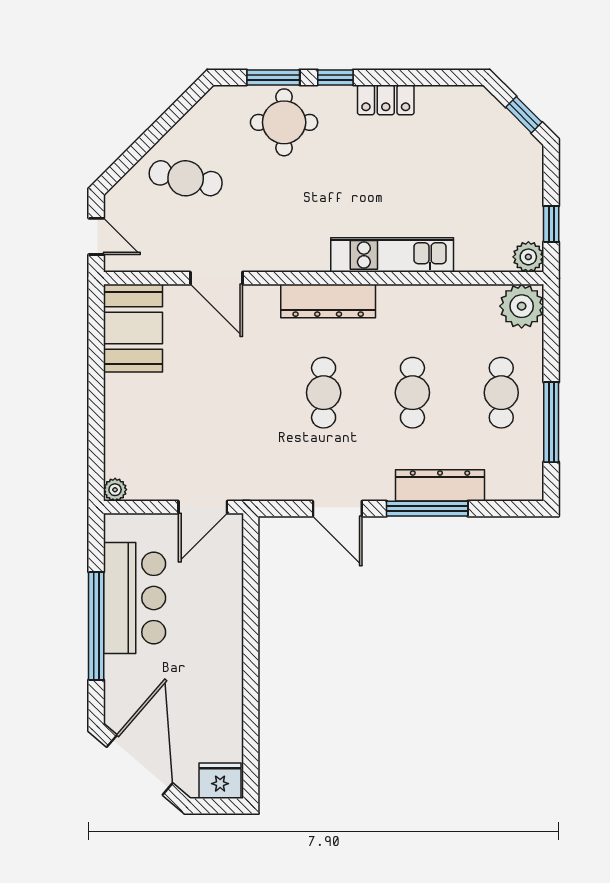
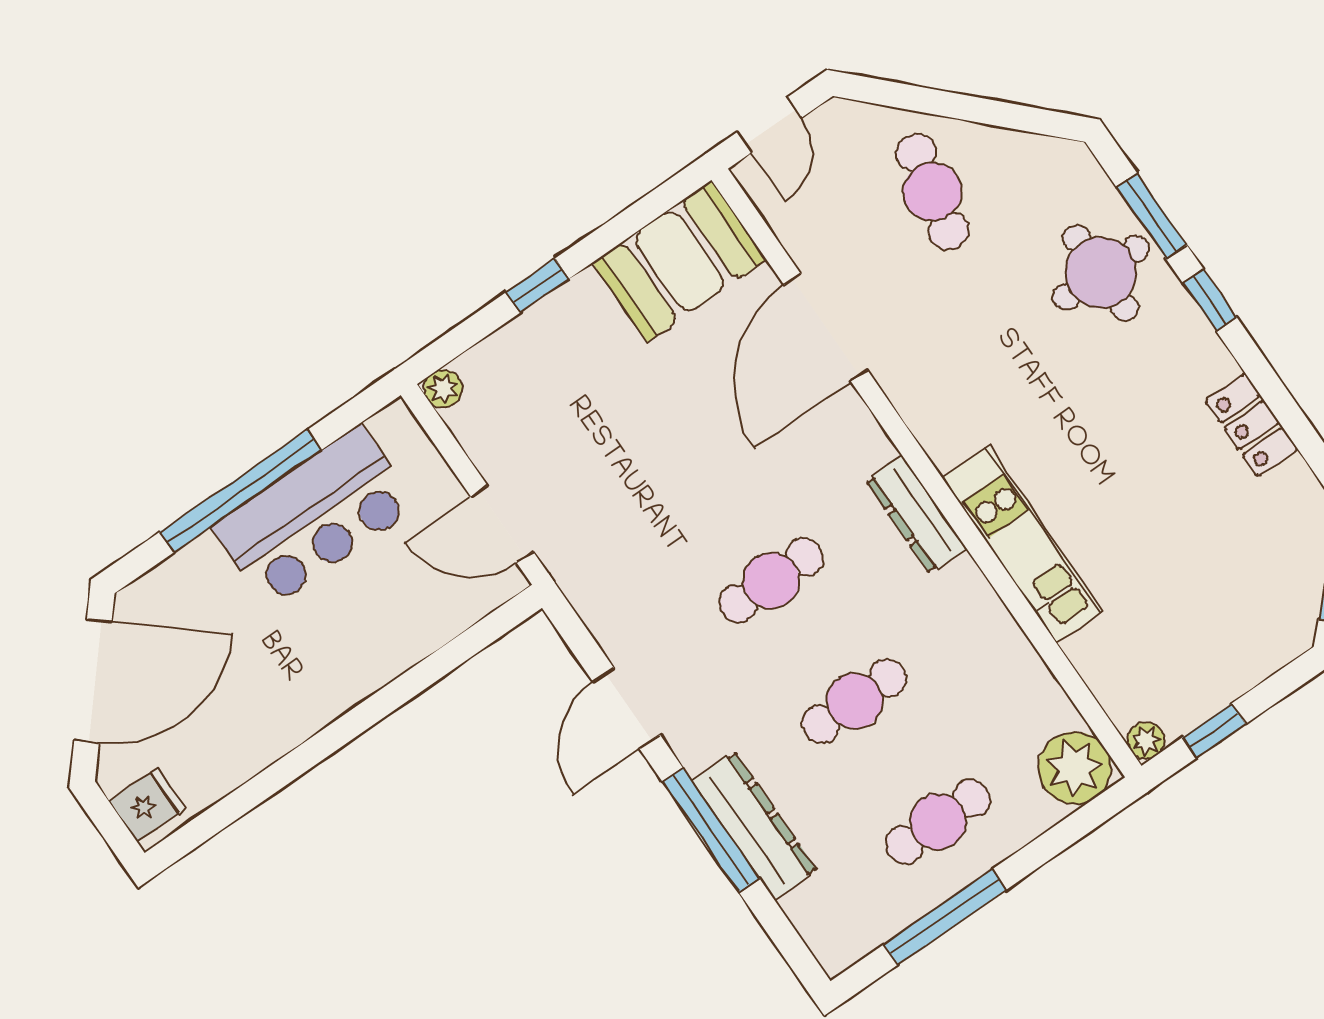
locker: (386, 100) -> (1251, 425), moved
plant: (528, 257) -> (1146, 740), width x0.73, depth x0.73
door: (216, 278) -> (826, 327), width x1.36
dresser: (328, 301) -> (916, 515), width x0.73, depth x0.80
window: (96, 407) -> (538, 285), added
fridge: (220, 781) -> (147, 805), width x0.72

